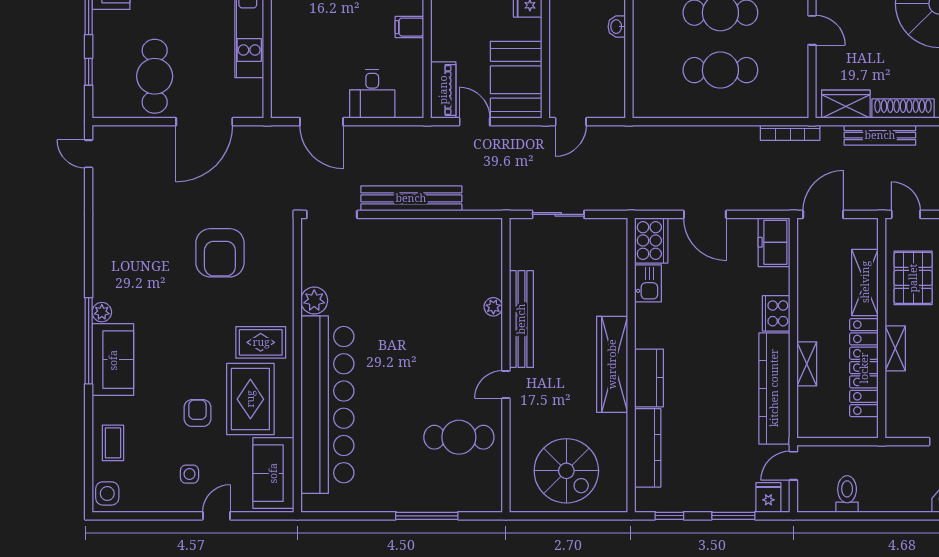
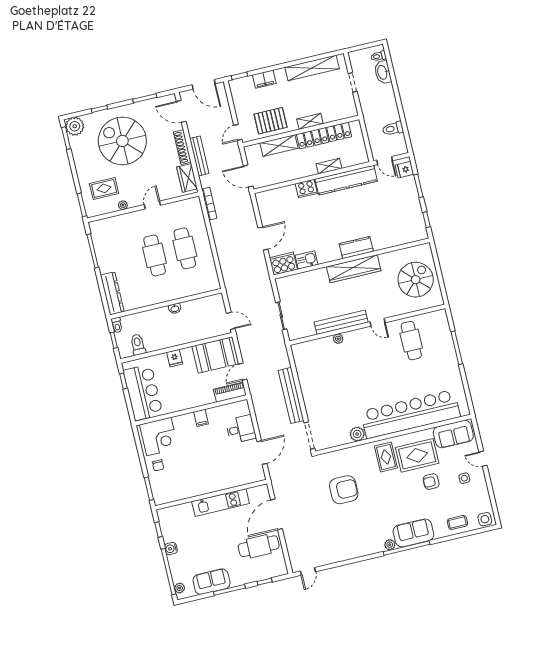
door: (204, 122) -> (276, 514), swing flipped
freezer: (774, 242) -> (269, 198), removed
kitchen counter: (648, 448) -> (393, 240), removed

